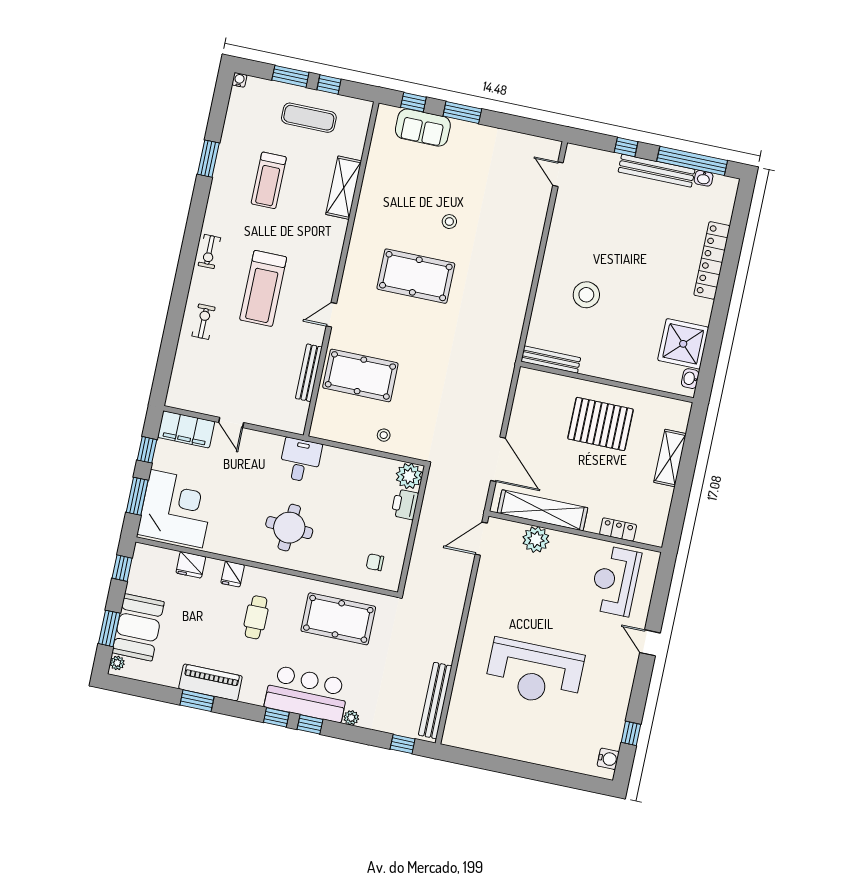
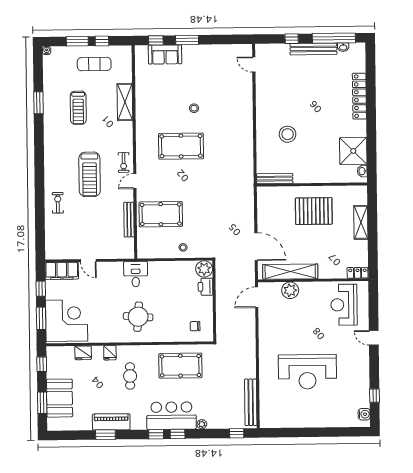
exercise bike: (209, 252) -> (124, 162), moved
locker: (618, 529) -> (358, 273), moved
plant: (117, 663) -> (52, 423), removed

